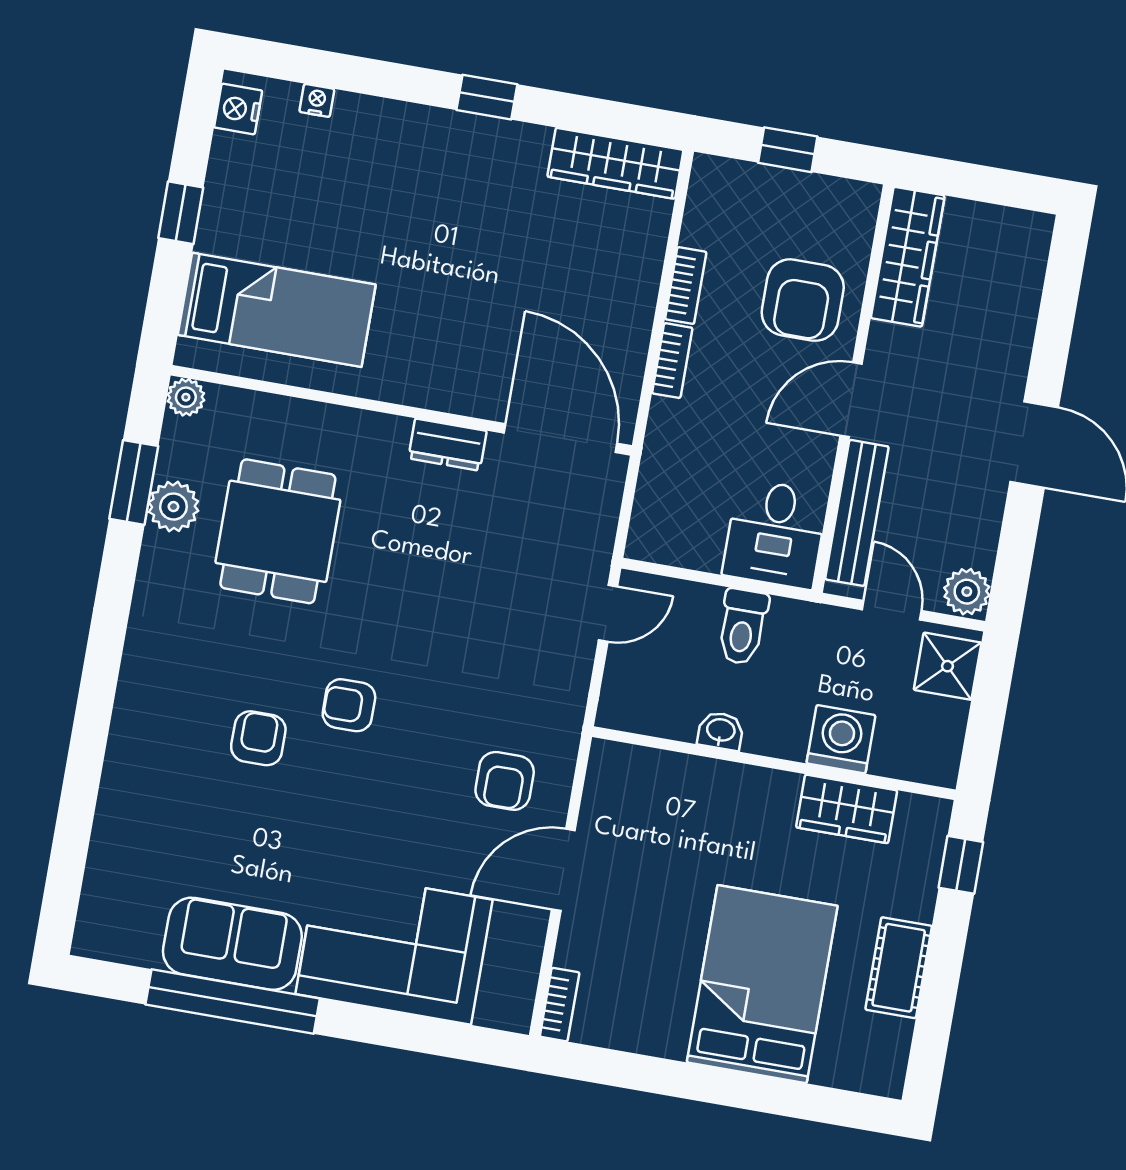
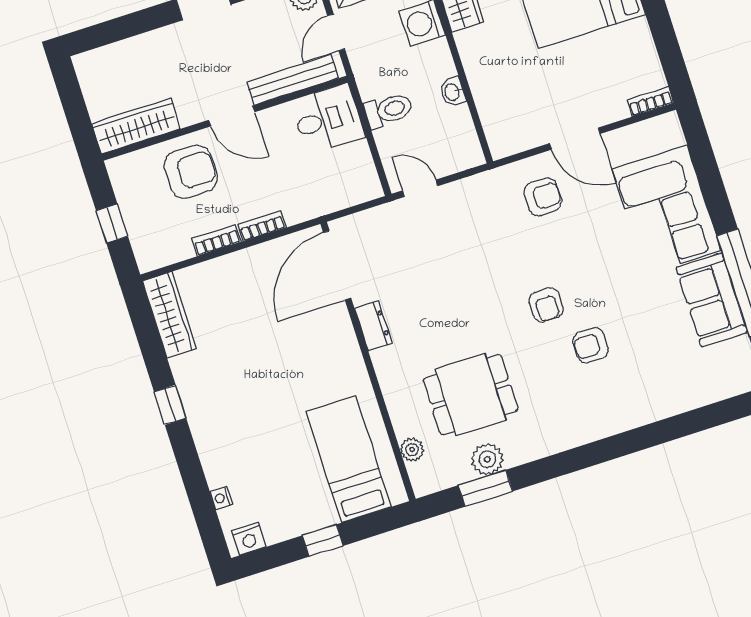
plant: (186, 397) -> (412, 450), moved

